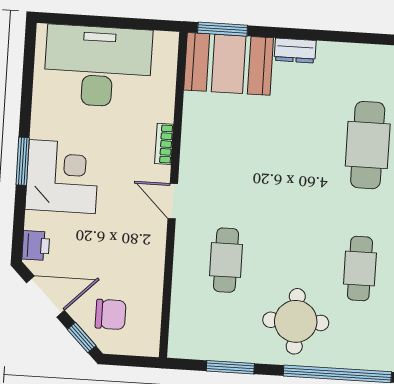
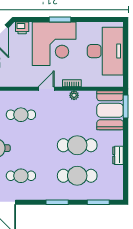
dresser: (295, 50) -> (118, 155), moved
plant: (191, 141) -> (74, 95), added
cafe table: (301, 141) -> (77, 145), added
corner desk: (62, 177) -> (54, 44), width x1.36, depth x1.36

